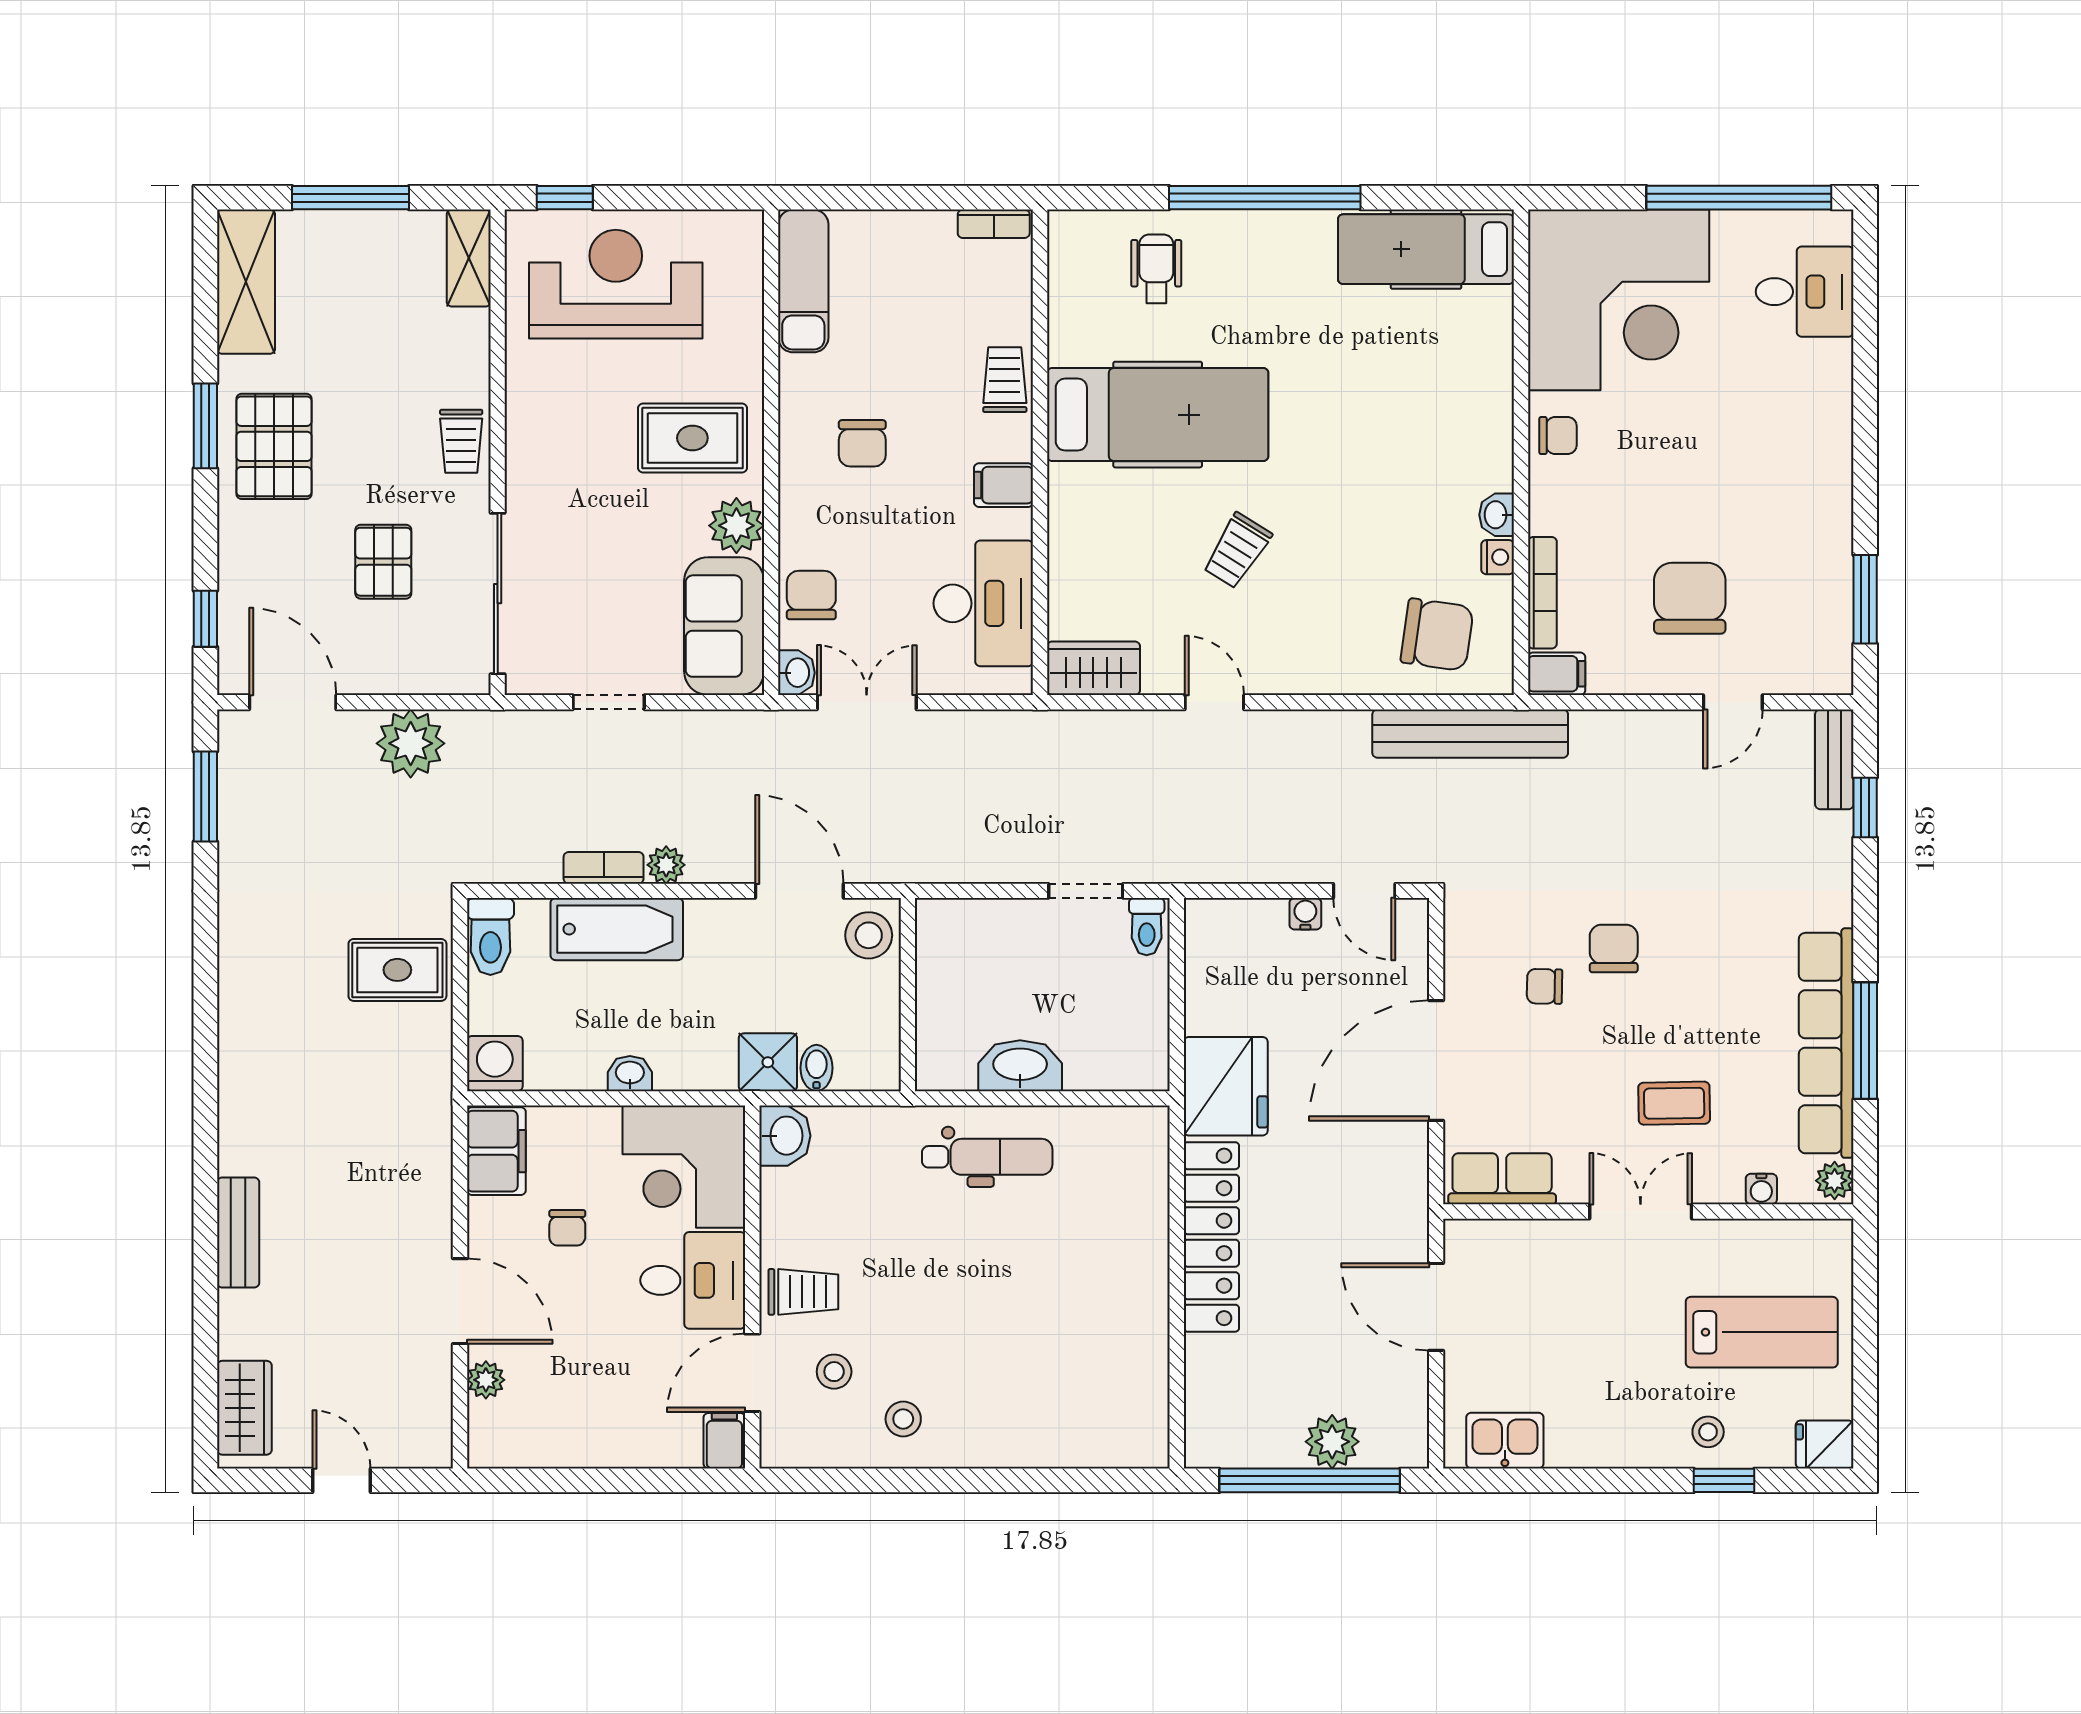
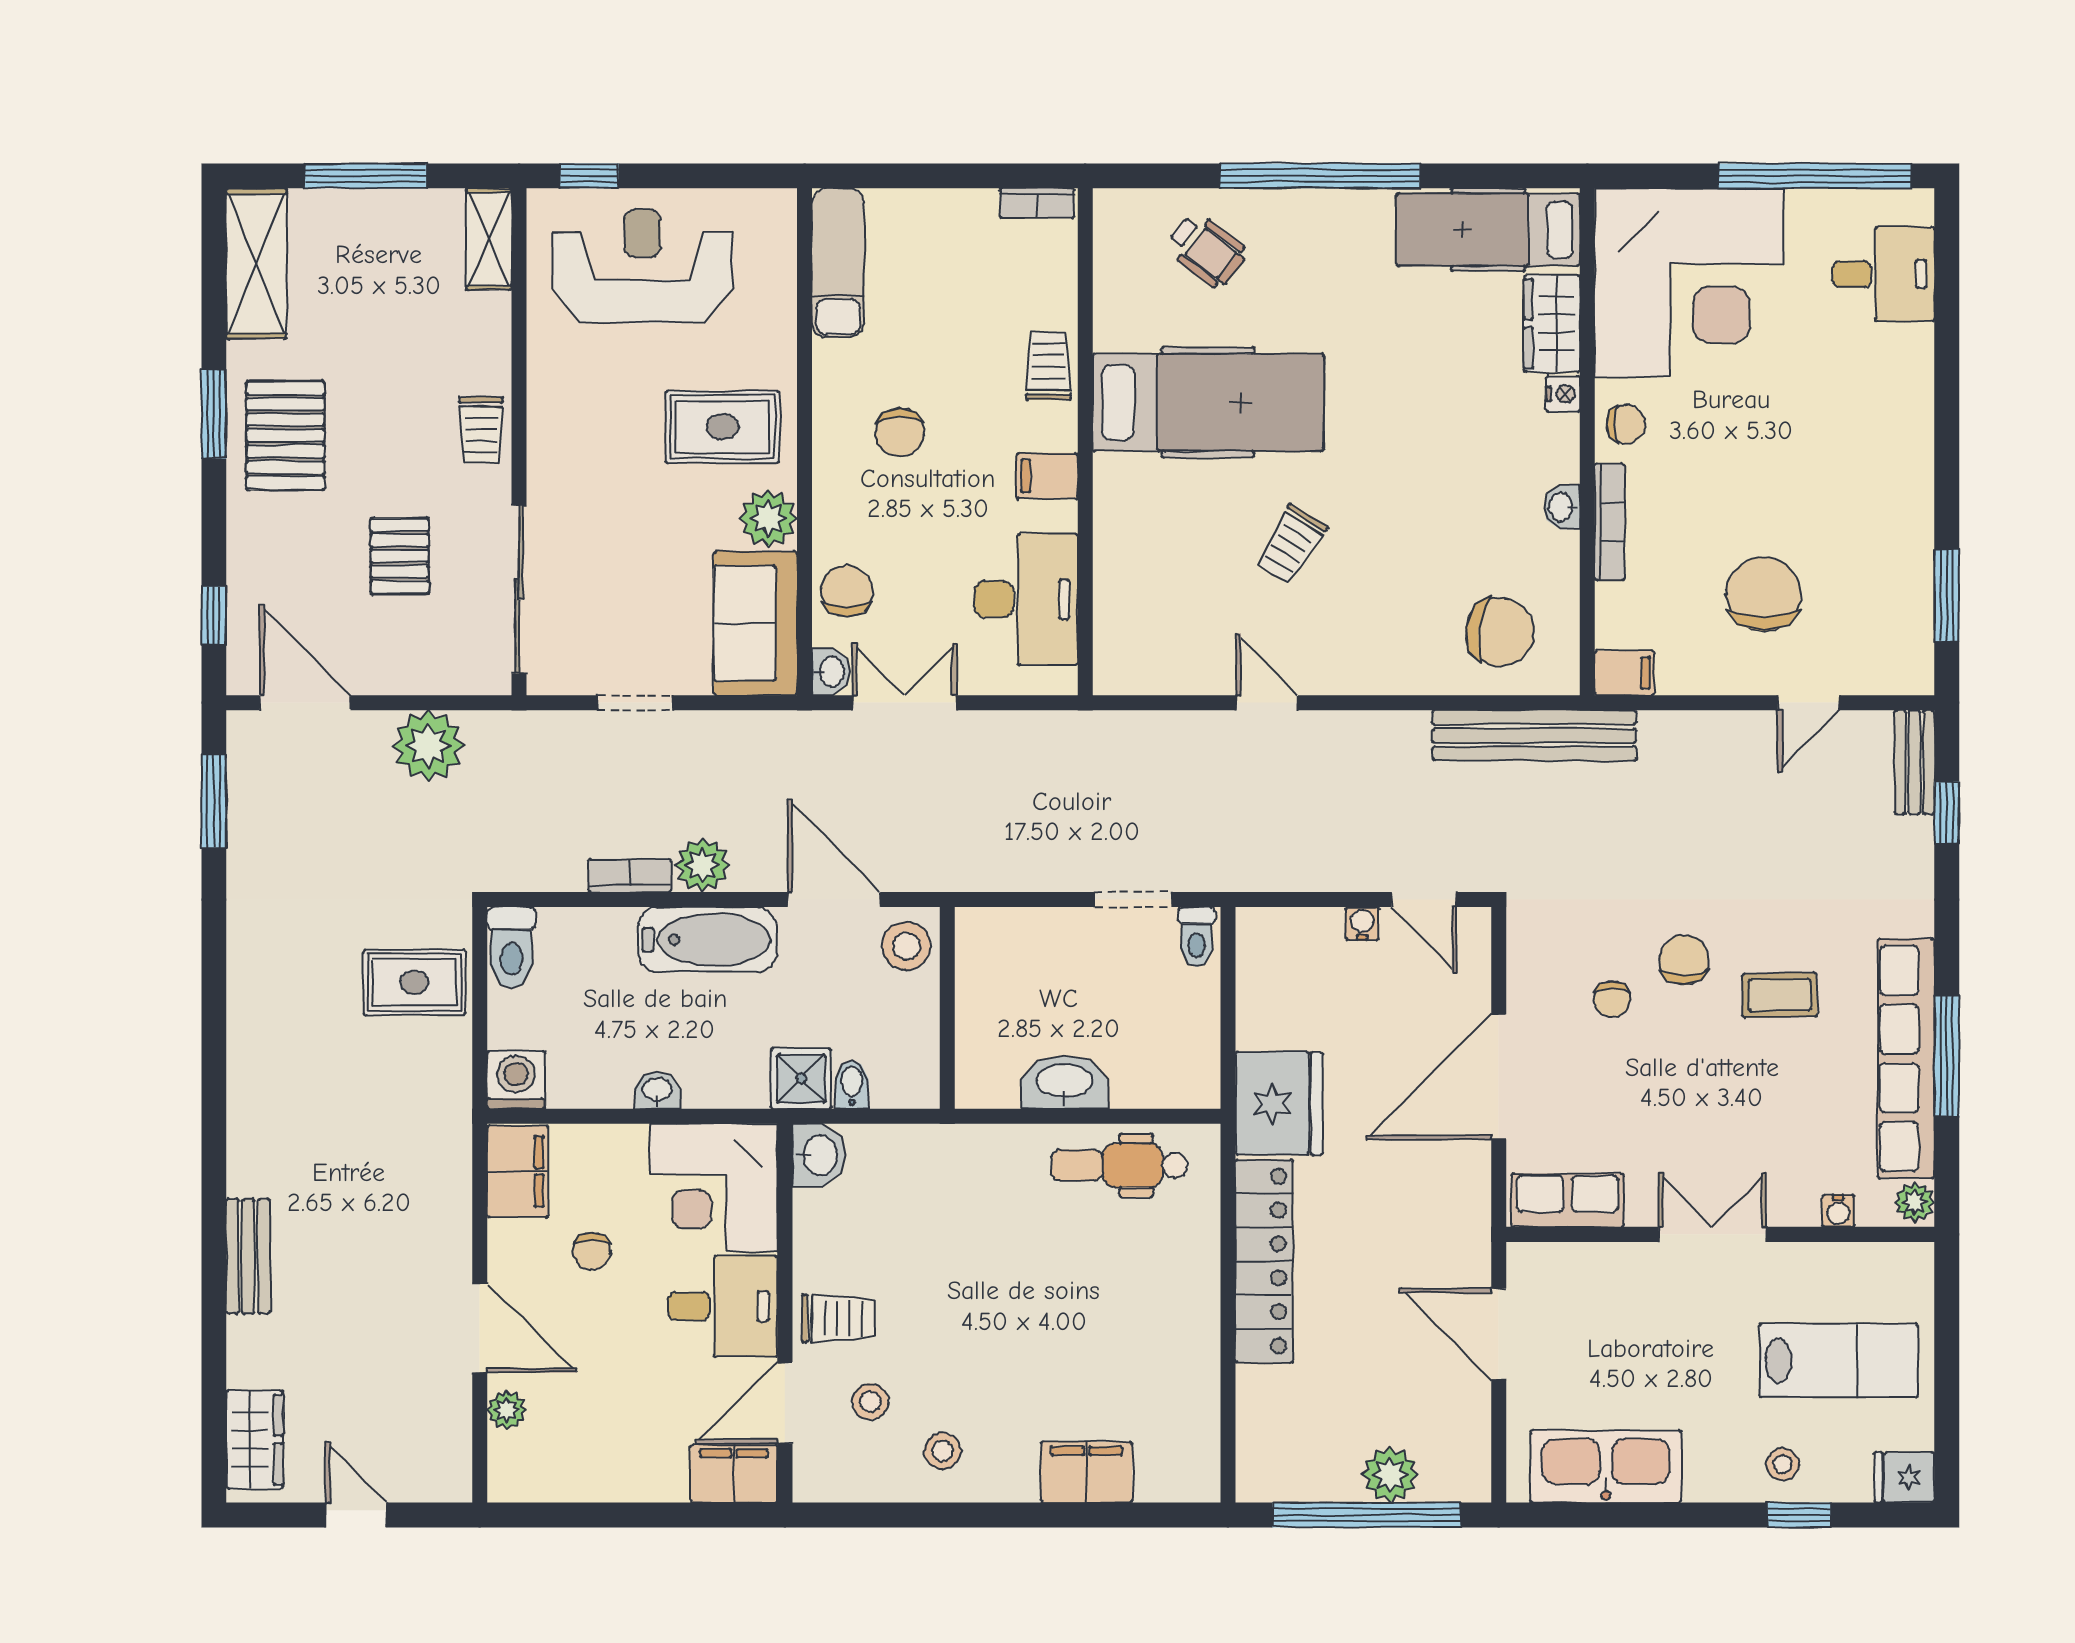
wheelchair: (1156, 269) -> (1207, 250), turned 128
nightstand: (1498, 557) -> (1563, 394), moved
bookcase: (1542, 593) -> (1610, 522), moved
wardrobe: (1093, 668) -> (1552, 323), moved, turned -90
plant: (666, 865) -> (702, 865), width x1.38, depth x1.38
bathtub: (617, 929) -> (707, 940), moved
chair: (1545, 986) -> (1612, 999), turned -91
coffee table: (1674, 1103) -> (1780, 995), moved
dental chair: (987, 1157) -> (1119, 1165), moved, turned 180
filing cabinet: (1041, 1439) -> (1087, 1472), added
filing cabinet: (724, 1441) -> (734, 1474), width x2.00
kitchen sink: (1505, 1441) -> (1606, 1466), width x1.88, depth x1.24

